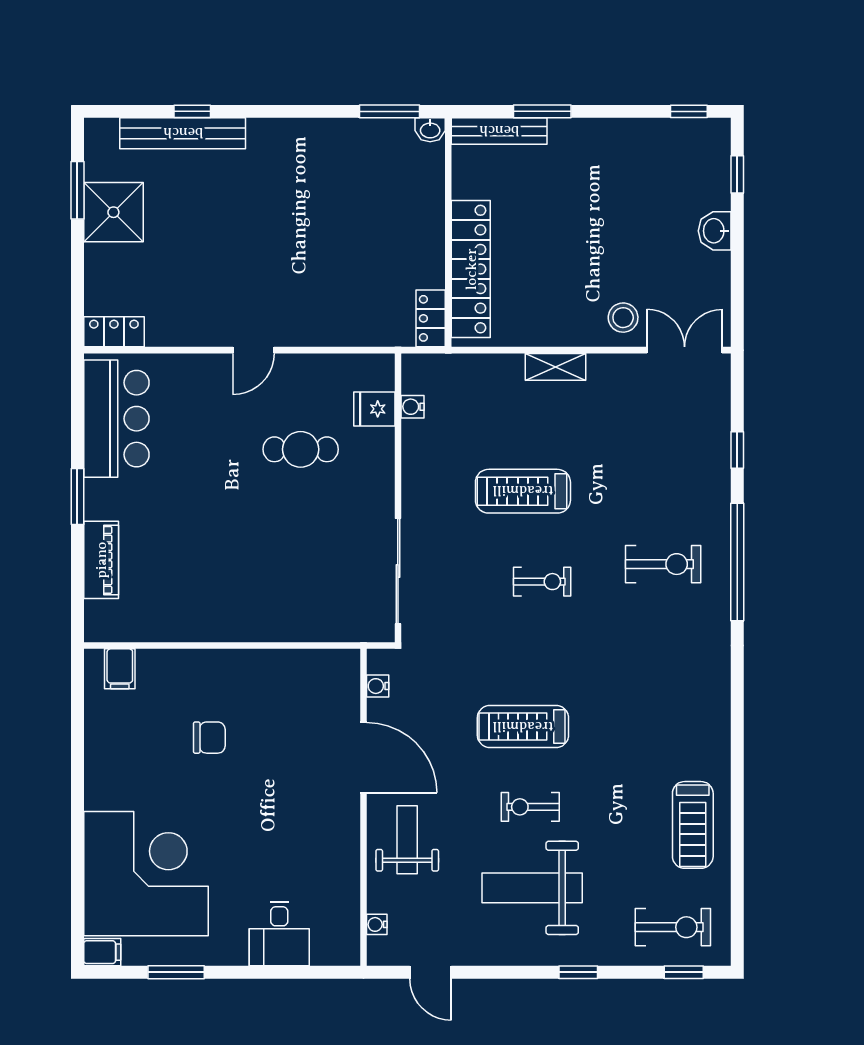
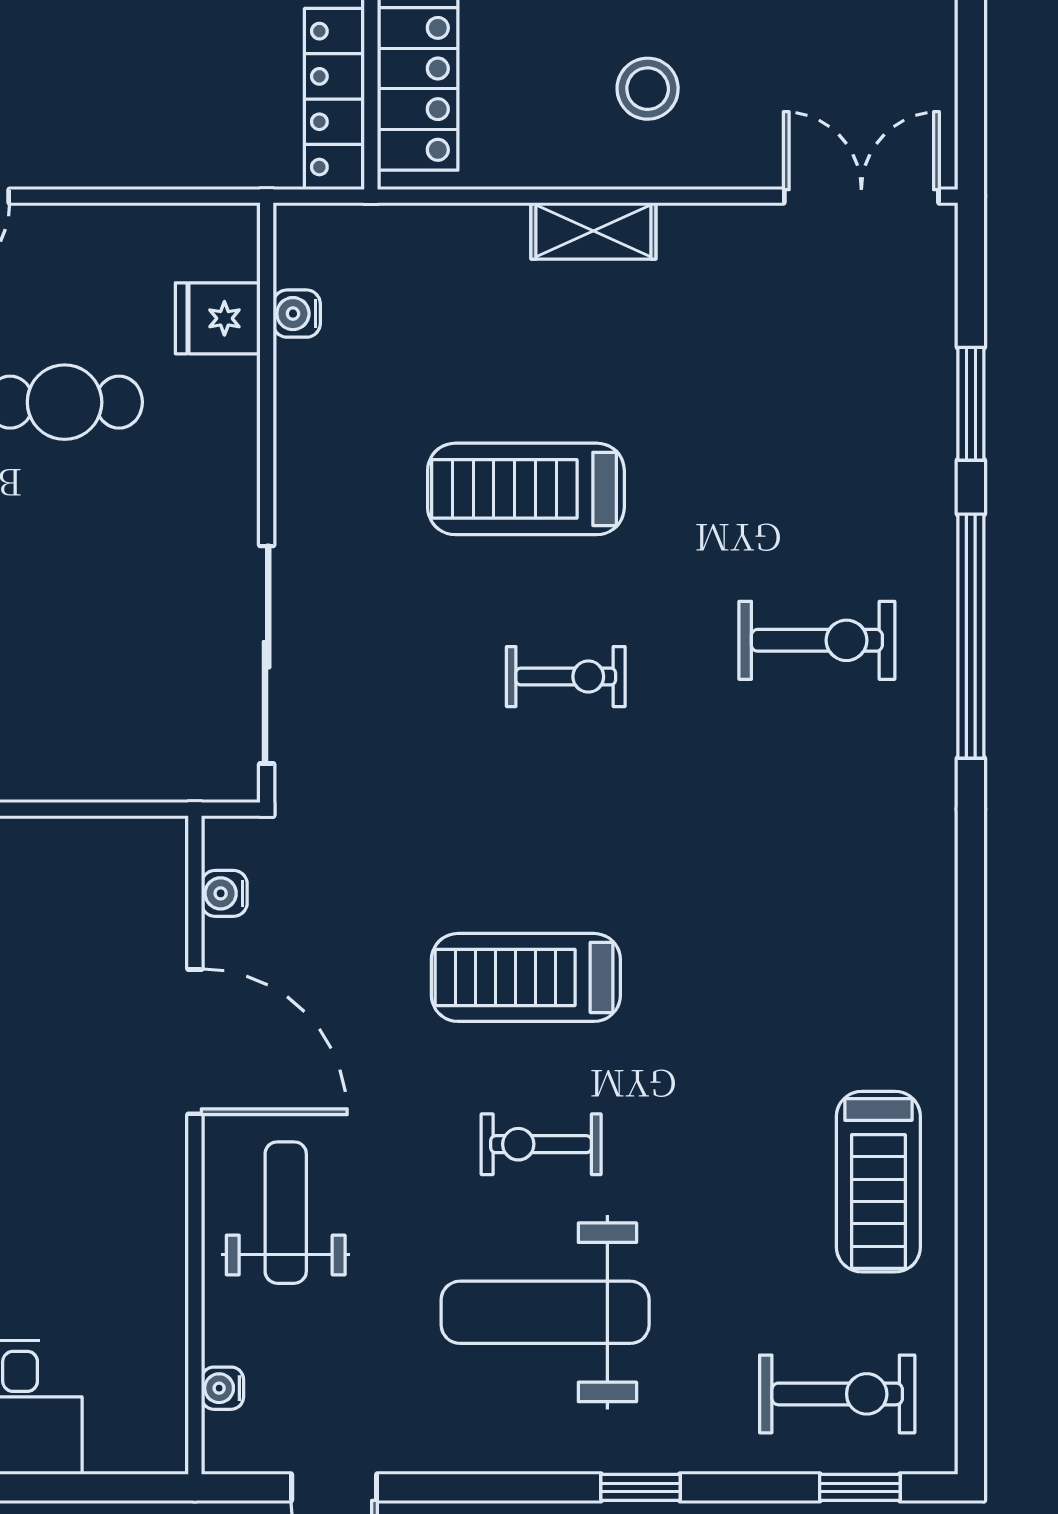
locker: (431, 318) -> (334, 99), width x1.53
stool: (623, 318) -> (648, 89), moved
window: (737, 450) -> (971, 404), width x1.50

